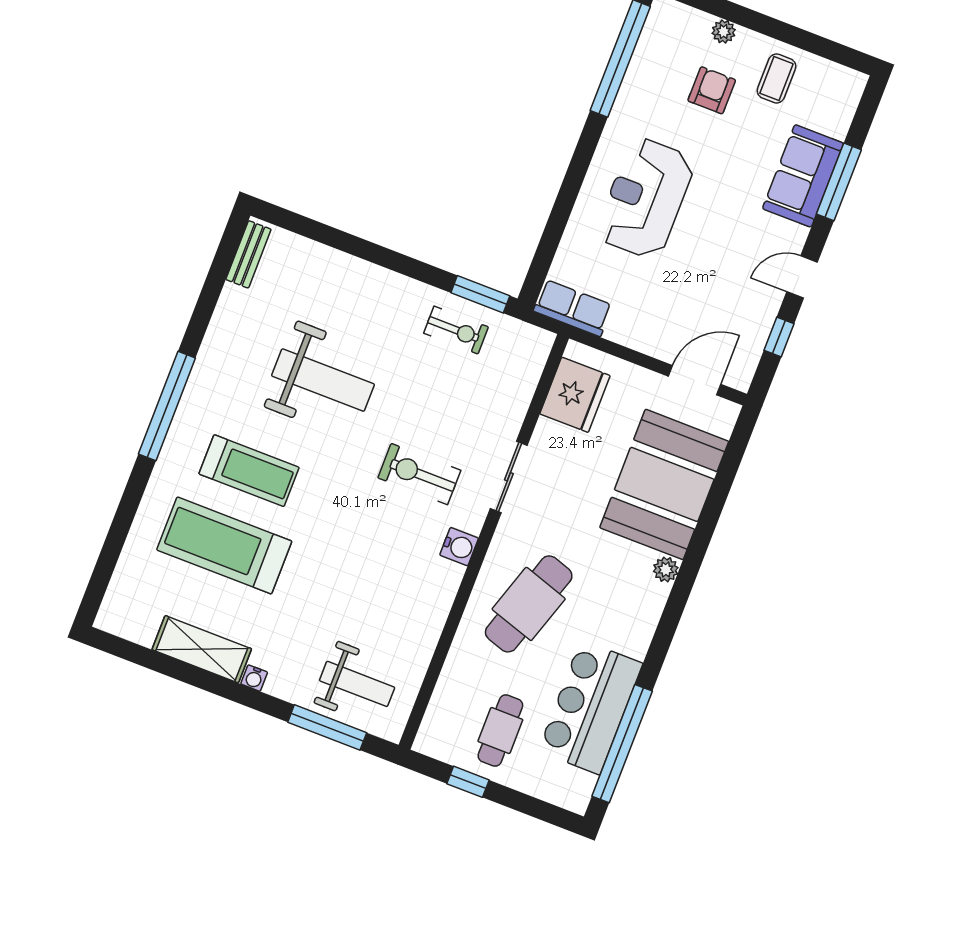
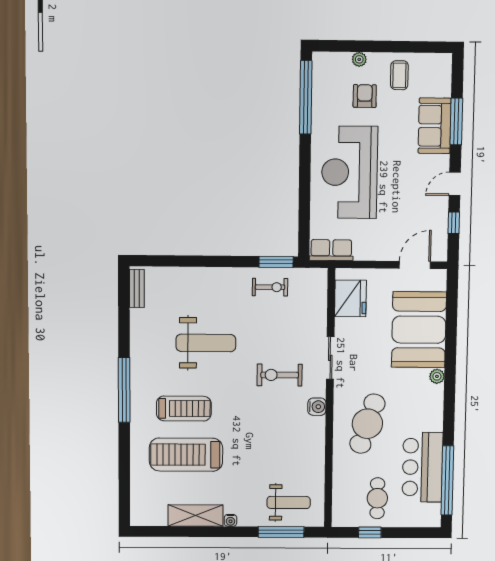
reception desk: (645, 198) -> (350, 172), width x1.36, depth x1.30

